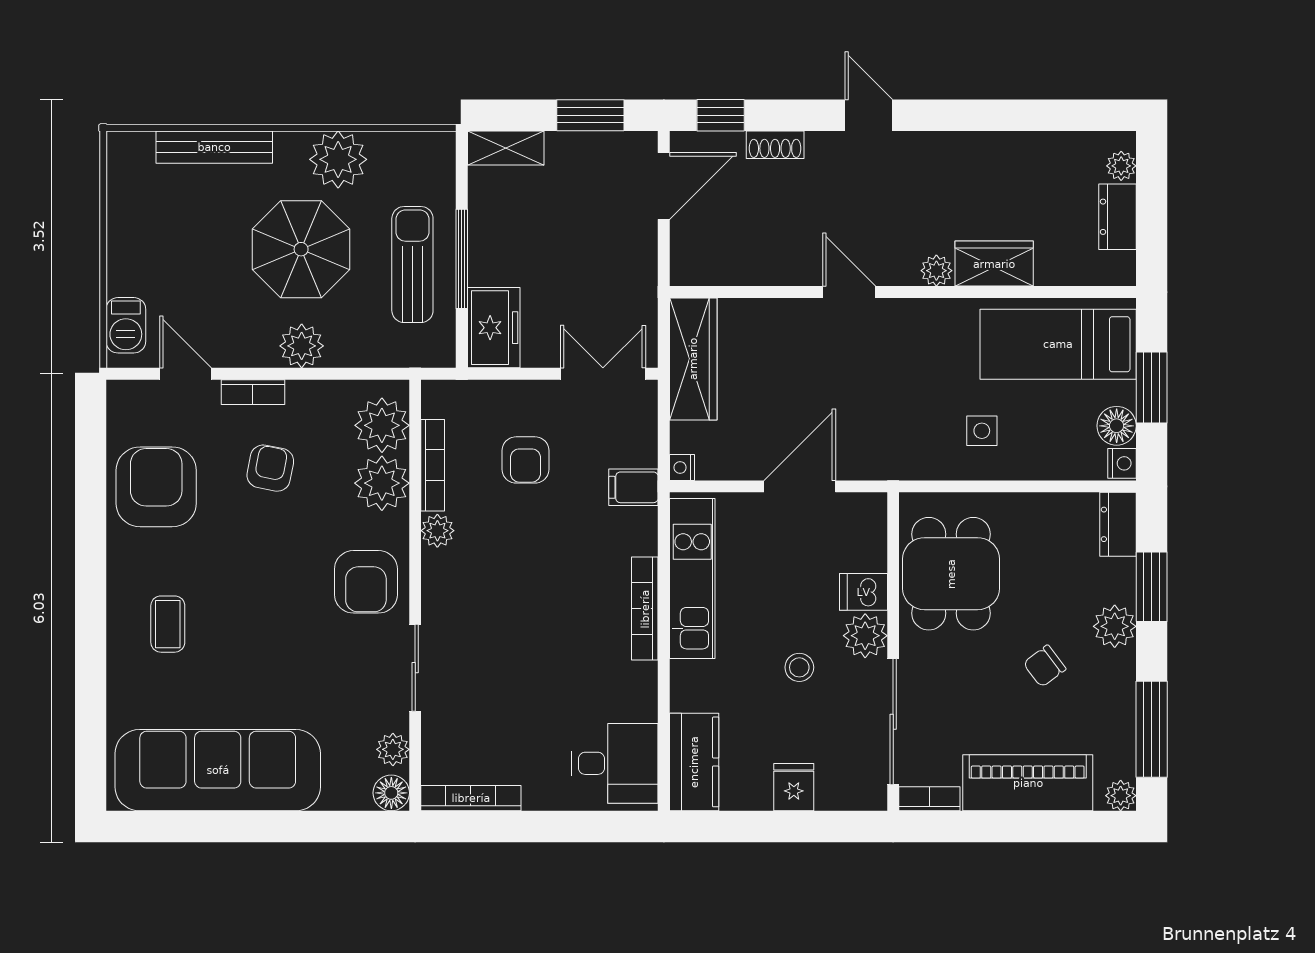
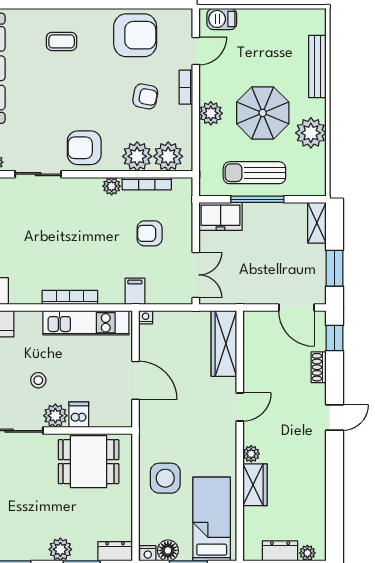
sun lounger: (412, 265) -> (254, 173), turned 180
wardrobe: (693, 359) -> (224, 343), moved, turned 90
side table: (982, 431) -> (165, 478), width x1.87, depth x1.87
chair: (1045, 666) -> (39, 512), removed

